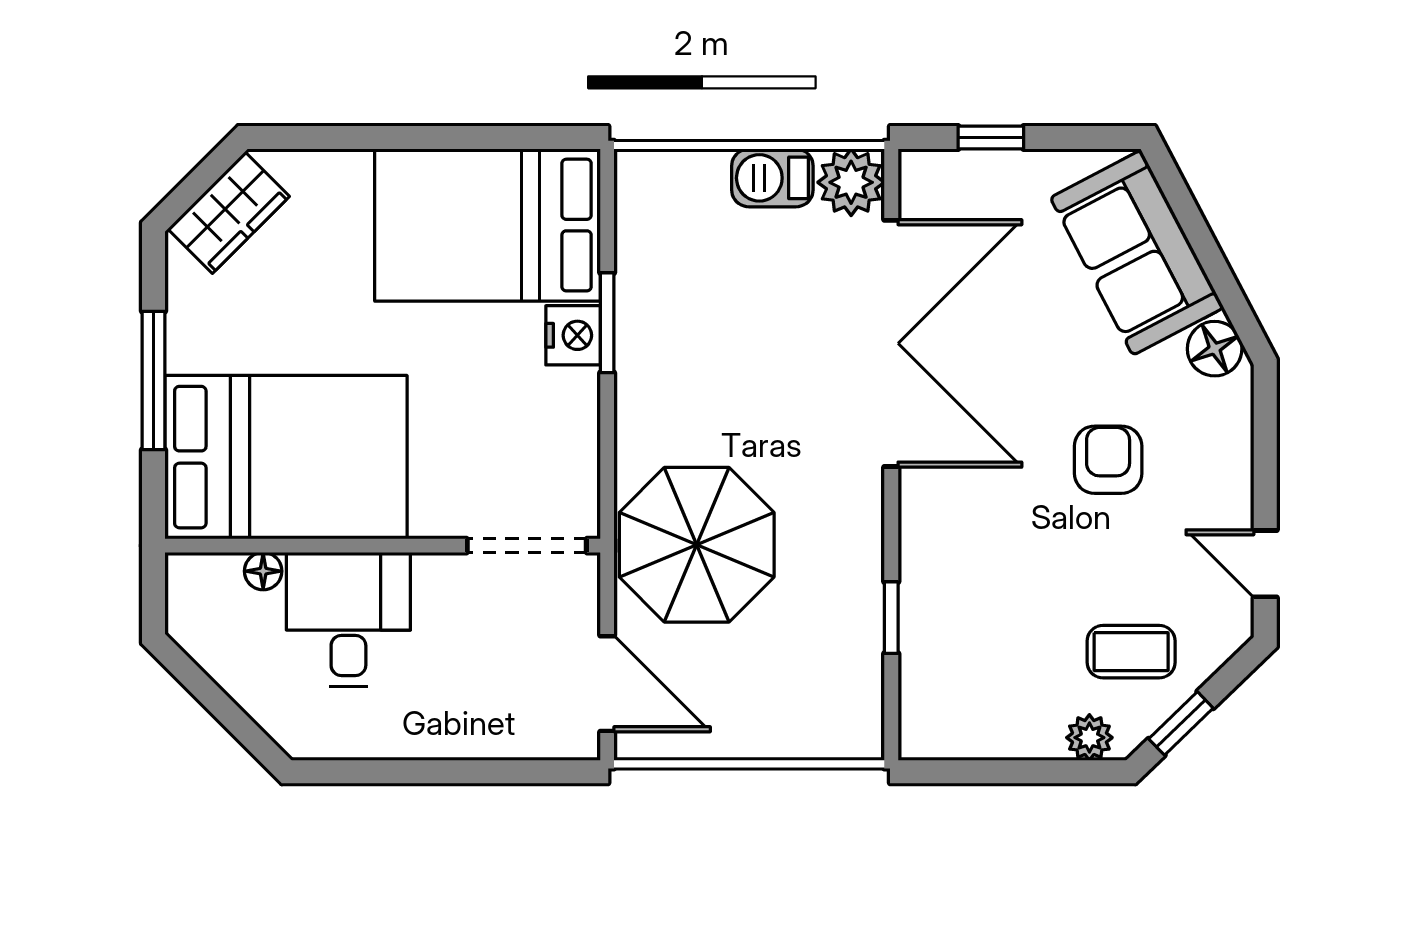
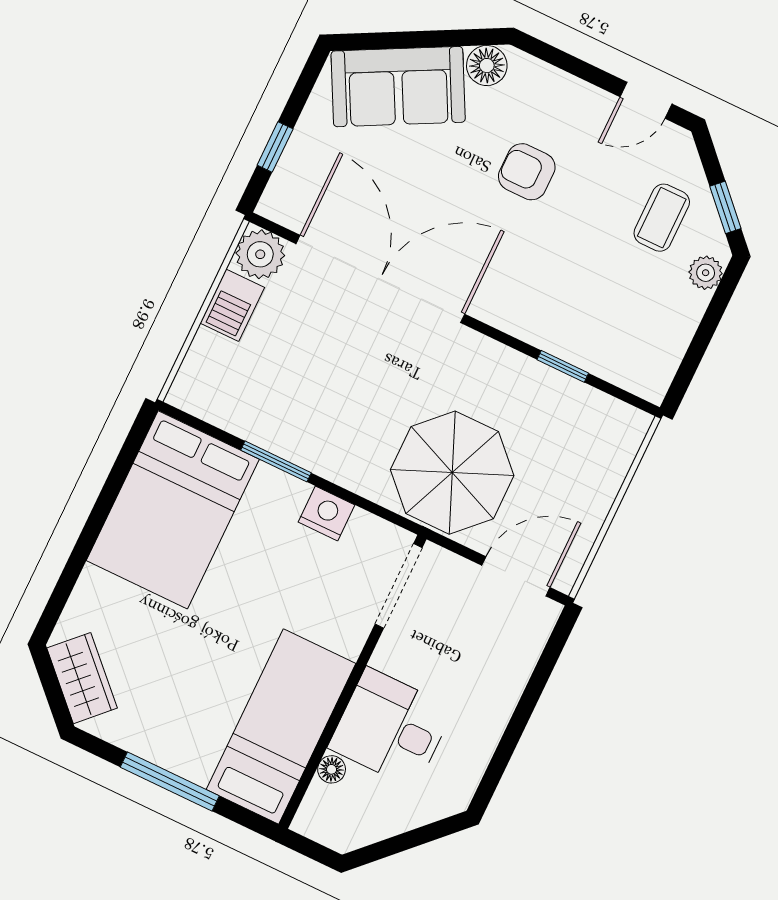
nightstand: (573, 335) -> (326, 513), moved
bed: (286, 457) -> (281, 727), width x0.67

